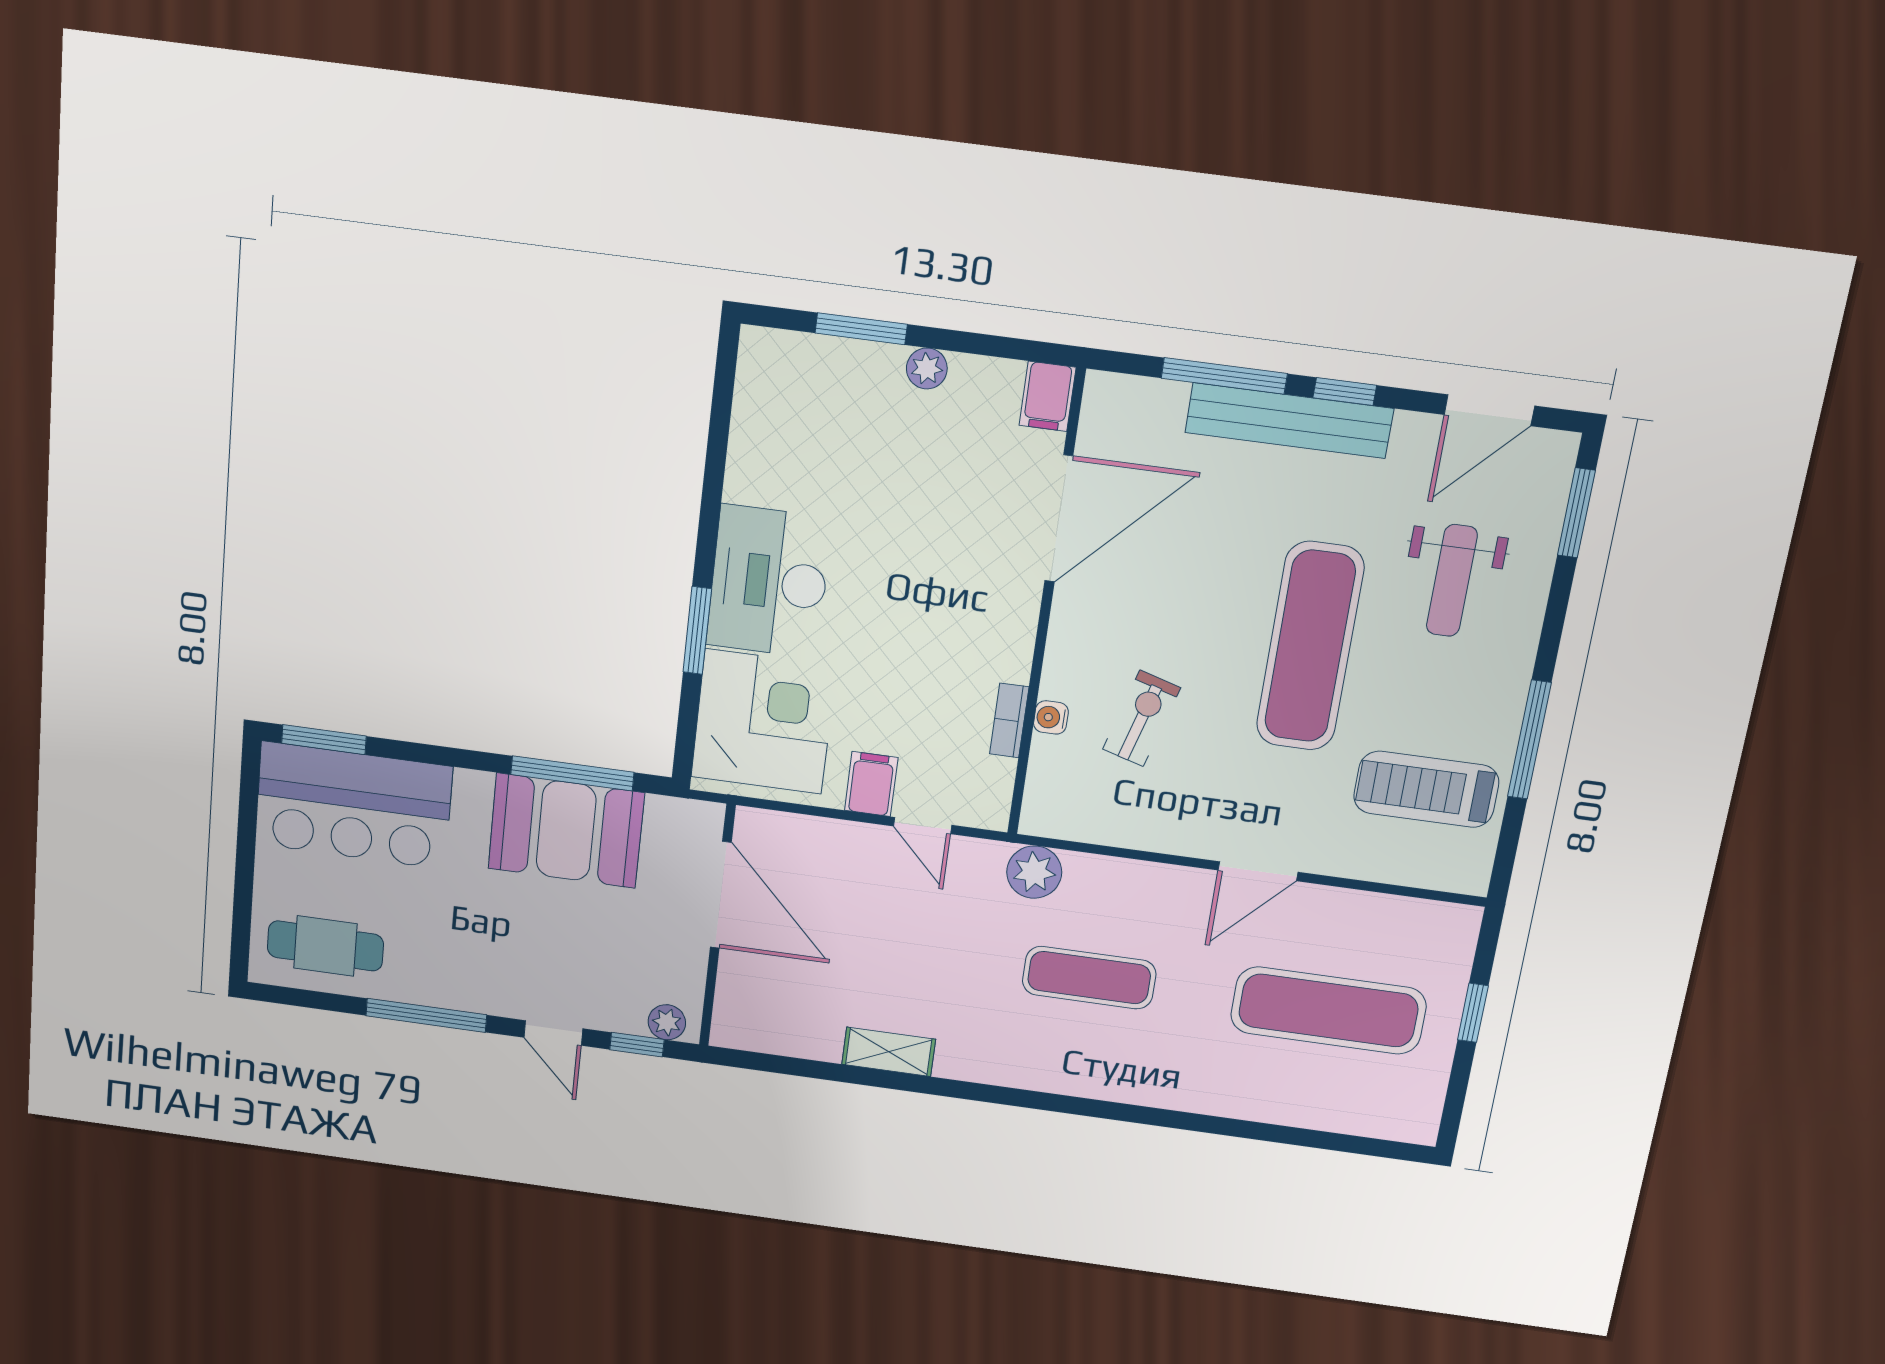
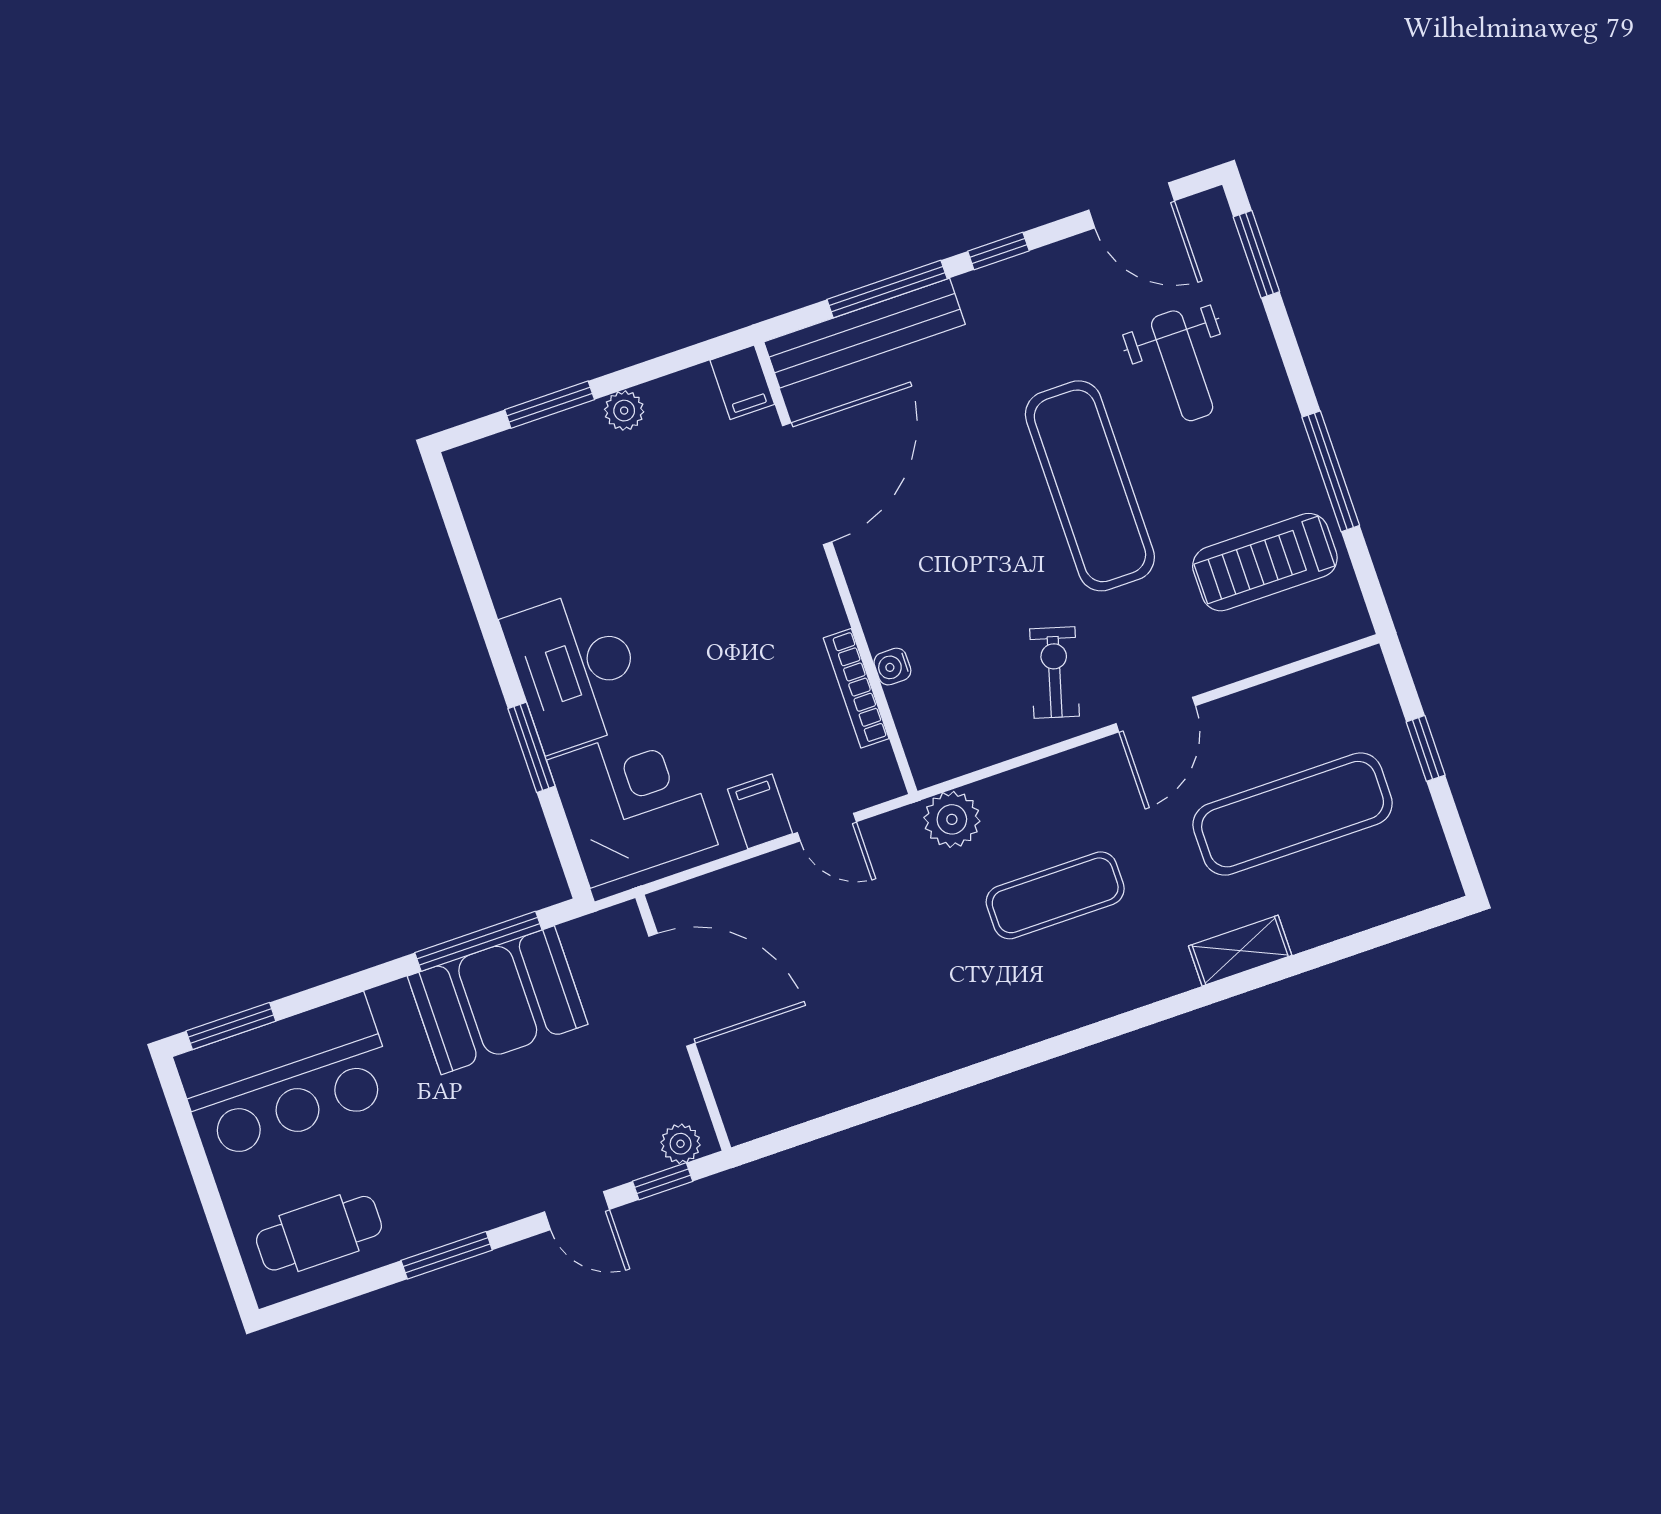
door: (1489, 410) -> (1132, 205), hinge flipped
bench: (1289, 421) -> (865, 333), moved
exercise bike: (1142, 718) -> (1054, 672), moved
bookcase: (1009, 720) -> (856, 688), width x1.56
window: (426, 1015) -> (447, 1255), width x0.69
shelving: (889, 1052) -> (1240, 951), moved

